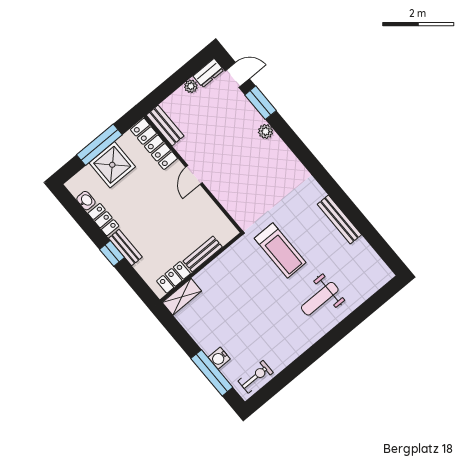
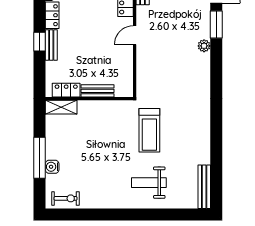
bench: (339, 219) -> (204, 187), moved
window: (212, 373) -> (39, 158), moved

